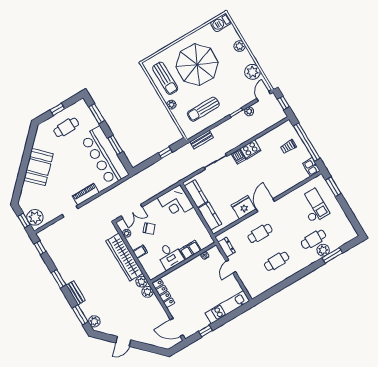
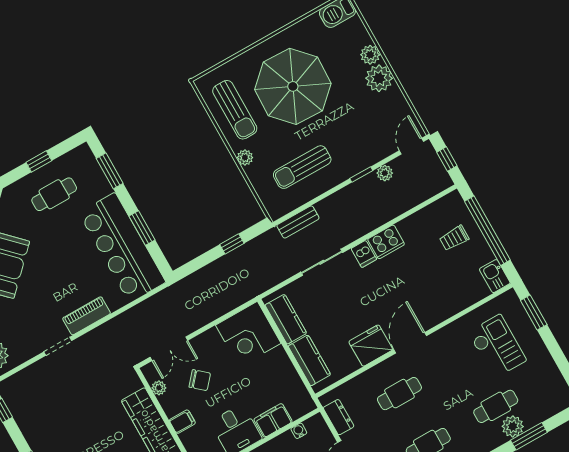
plant: (252, 72) -> (379, 78), moved

